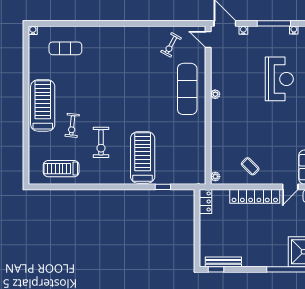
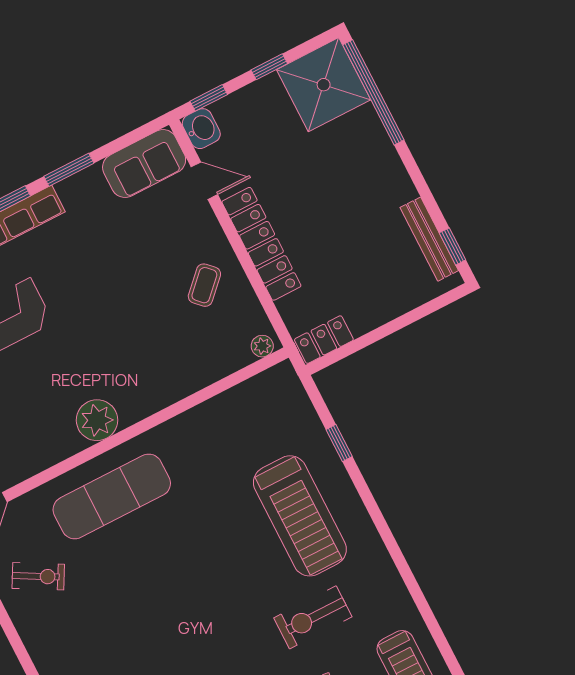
plant: (215, 94) -> (97, 420), width x1.88, depth x1.88
exercise bike: (101, 142) -> (313, 617), turned 180
treadmill: (143, 157) -> (300, 516), turned -90

